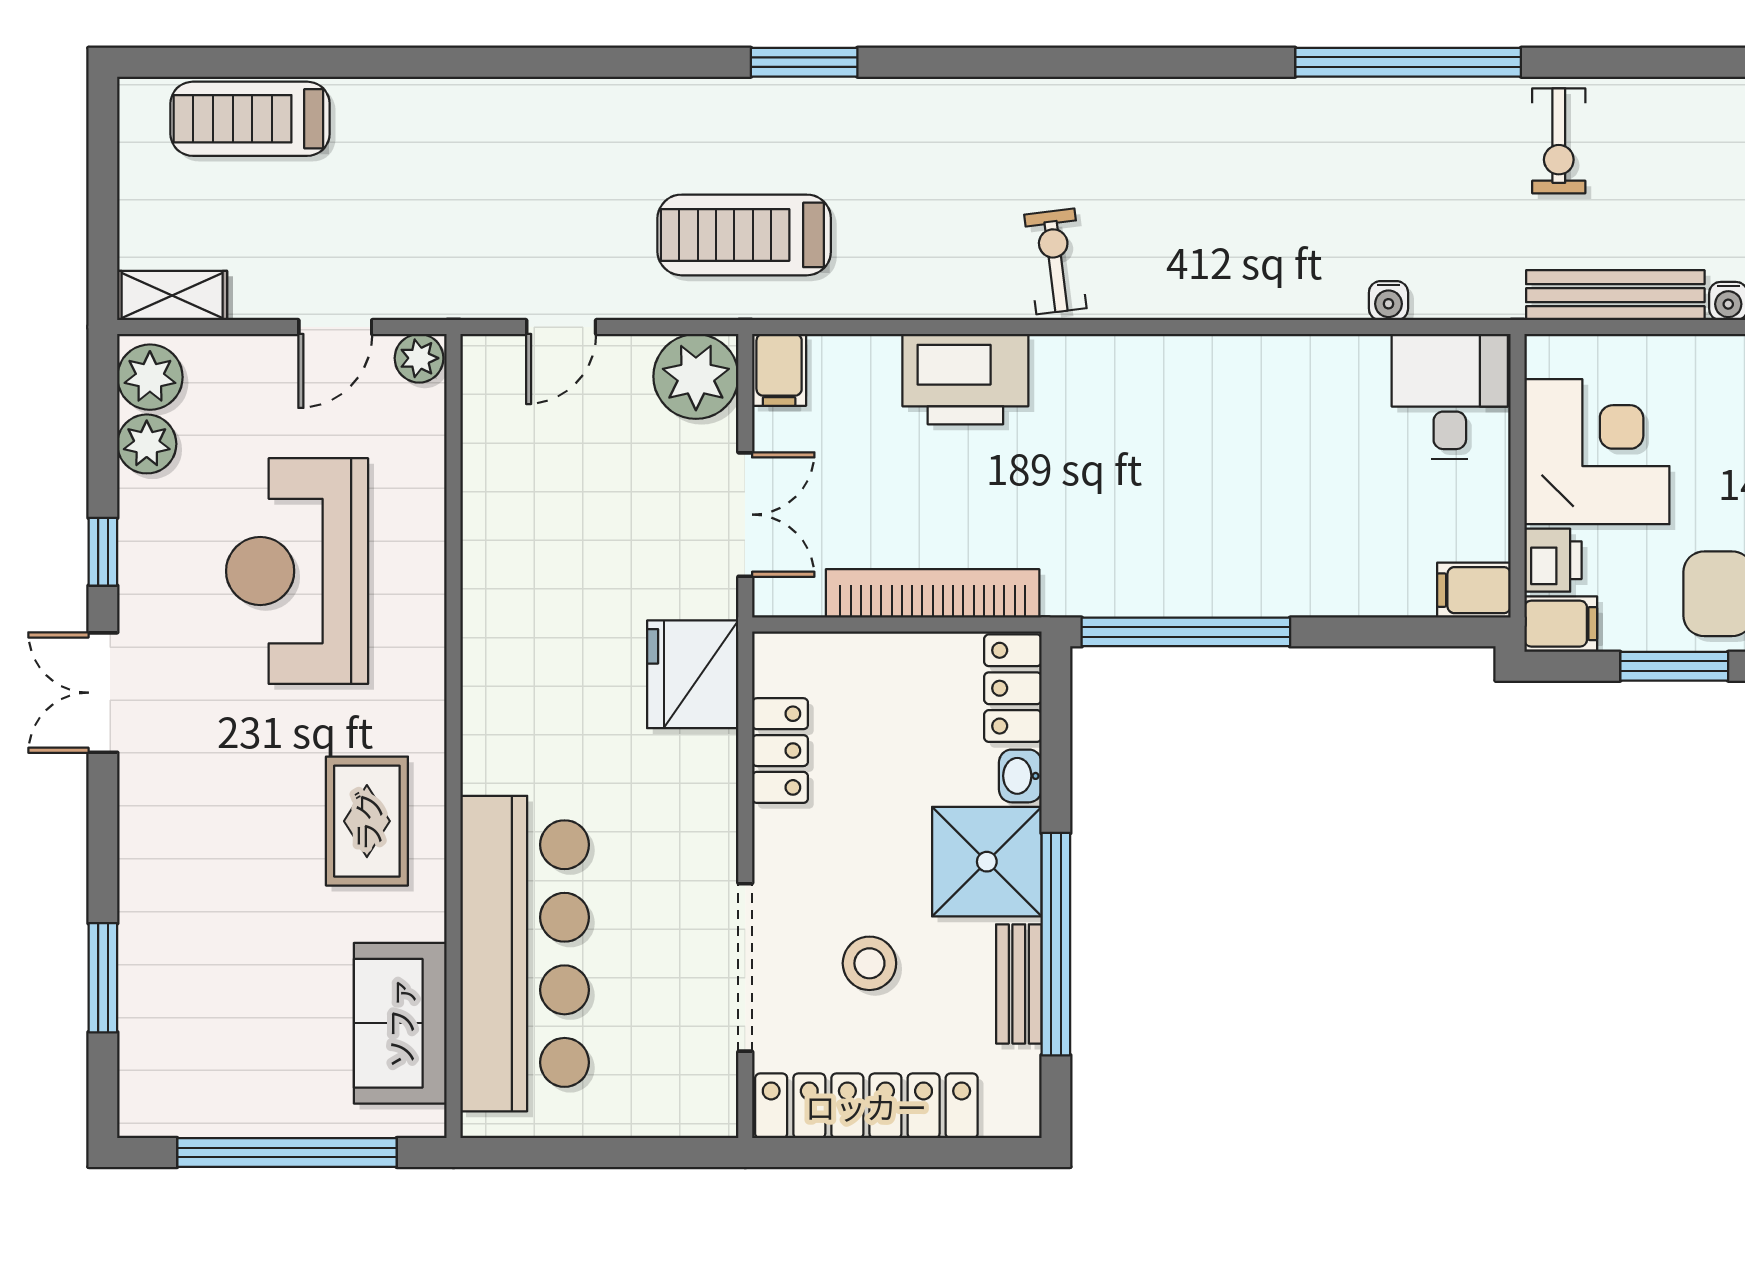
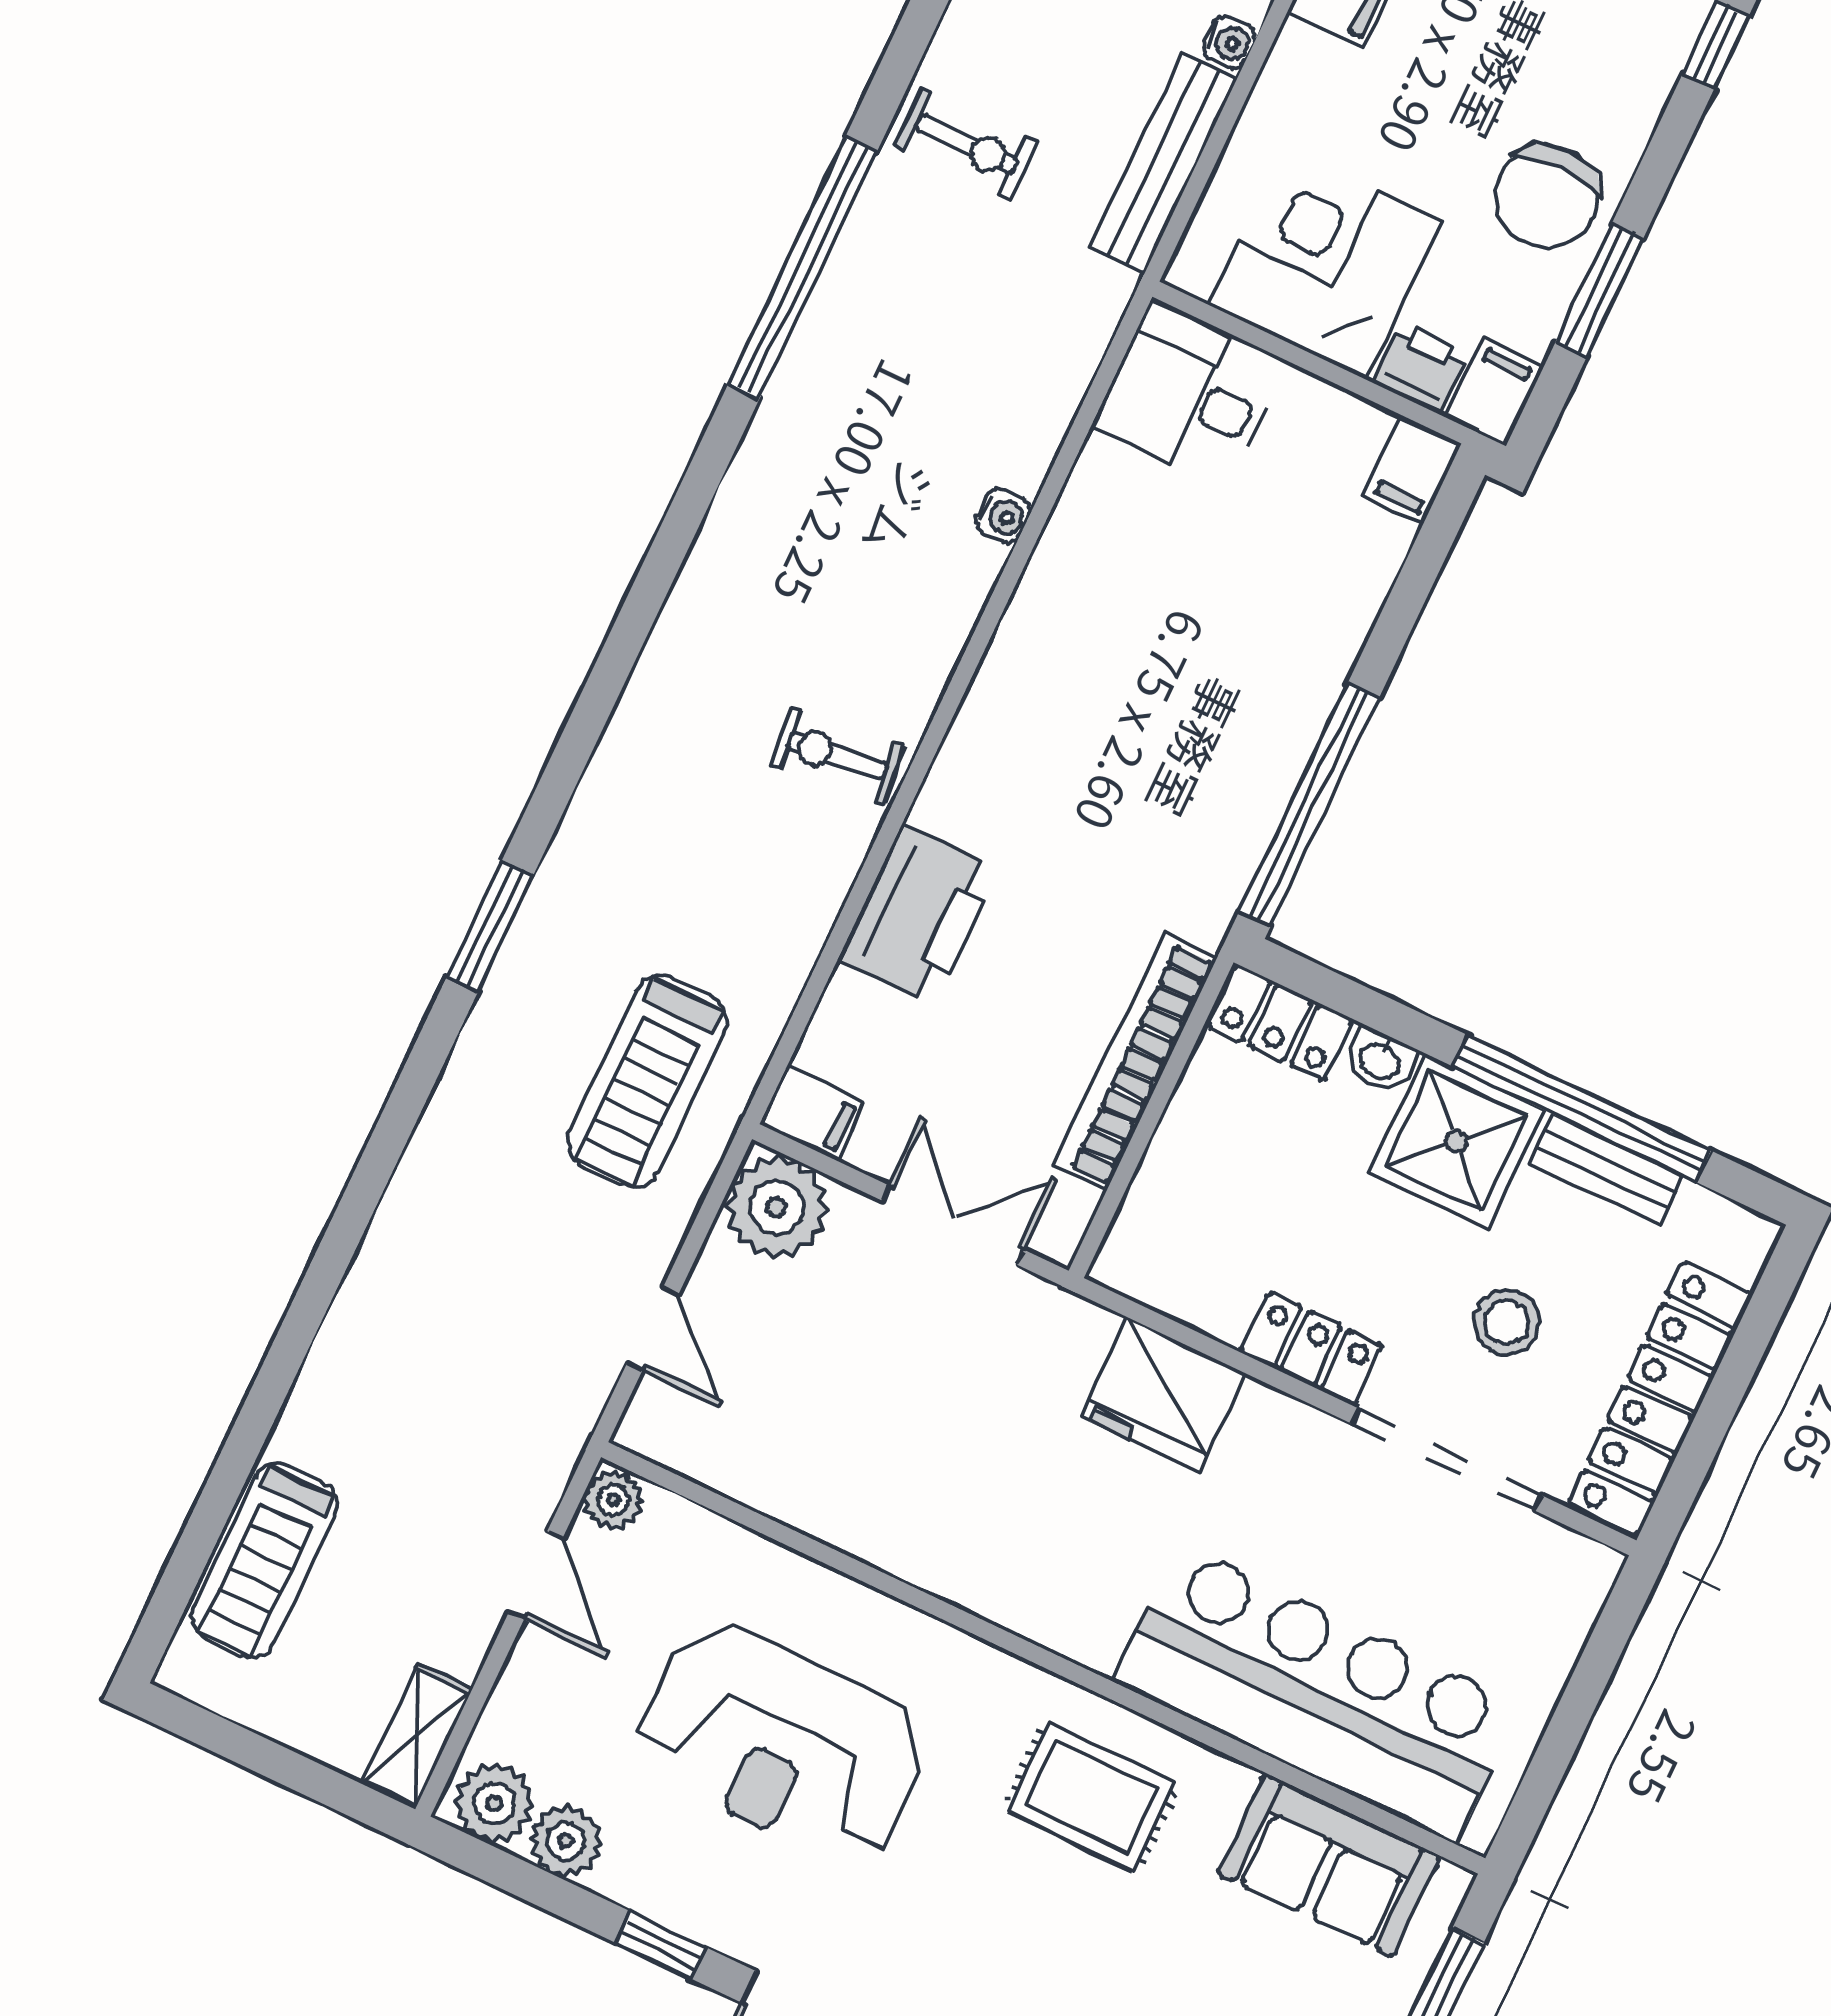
water cooler: (1388, 301) -> (1003, 516), moved
fridge: (693, 674) -> (1163, 1395), moved
locker: (780, 751) -> (1311, 1349), moved

